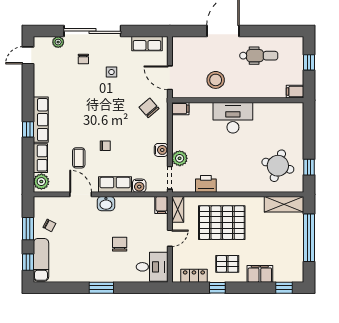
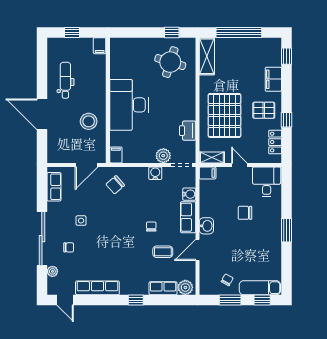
desk: (233, 118) -> (129, 105), width x1.36, depth x1.30
row of seats: (41, 120) -> (97, 288), moved
pallet: (227, 264) -> (264, 110), turned 90

